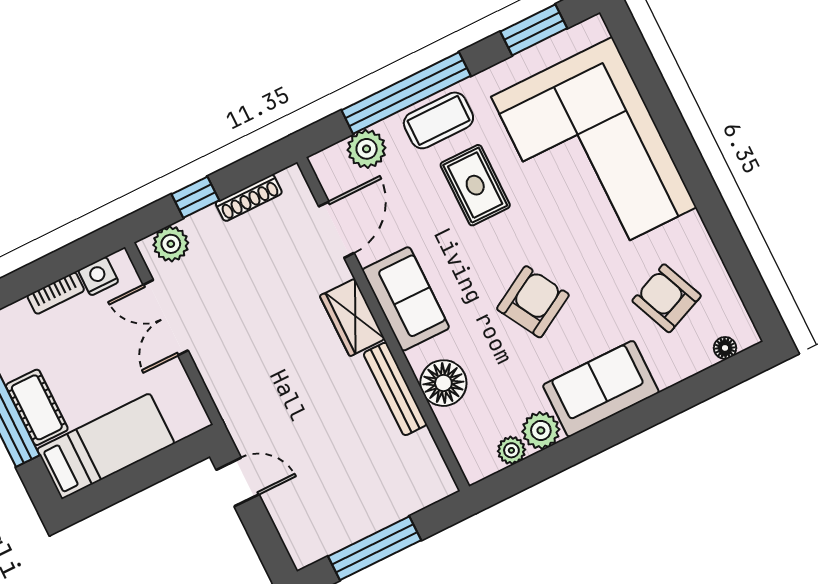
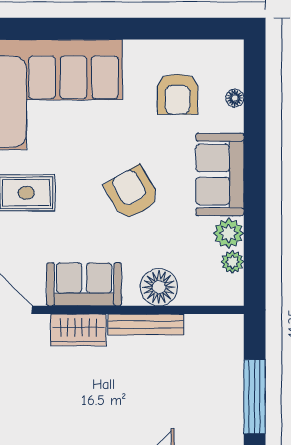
armchair: (667, 298) -> (178, 94), turned -67
floor lamp: (725, 348) -> (235, 98), moved

